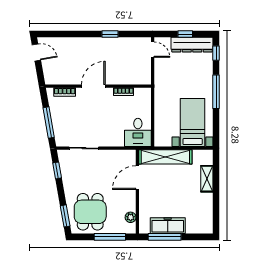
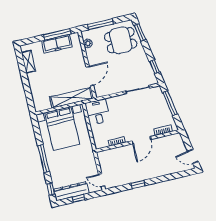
bed with nightstands: (193, 123) -> (62, 128), width x1.36
shelving: (207, 179) -> (28, 62), moved
dining table: (90, 212) -> (121, 40), turned 90

